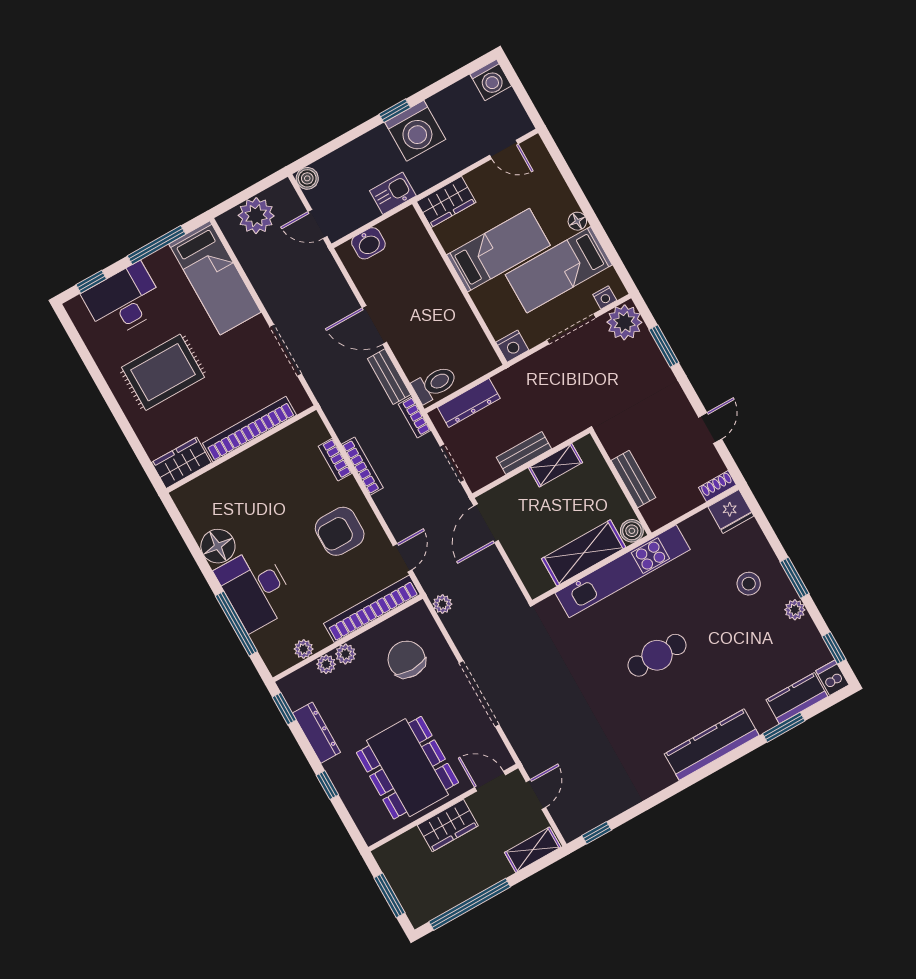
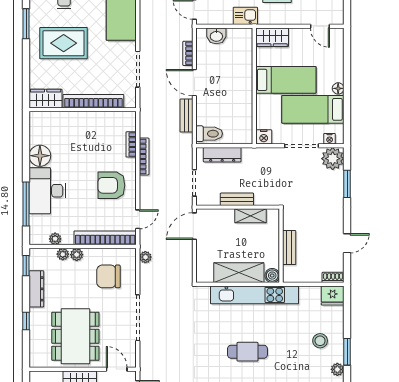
window: (96, 375) -> (26, 24), added
bookcase: (415, 417) -> (188, 53), moved
chair: (407, 659) -> (108, 276), turned -90

